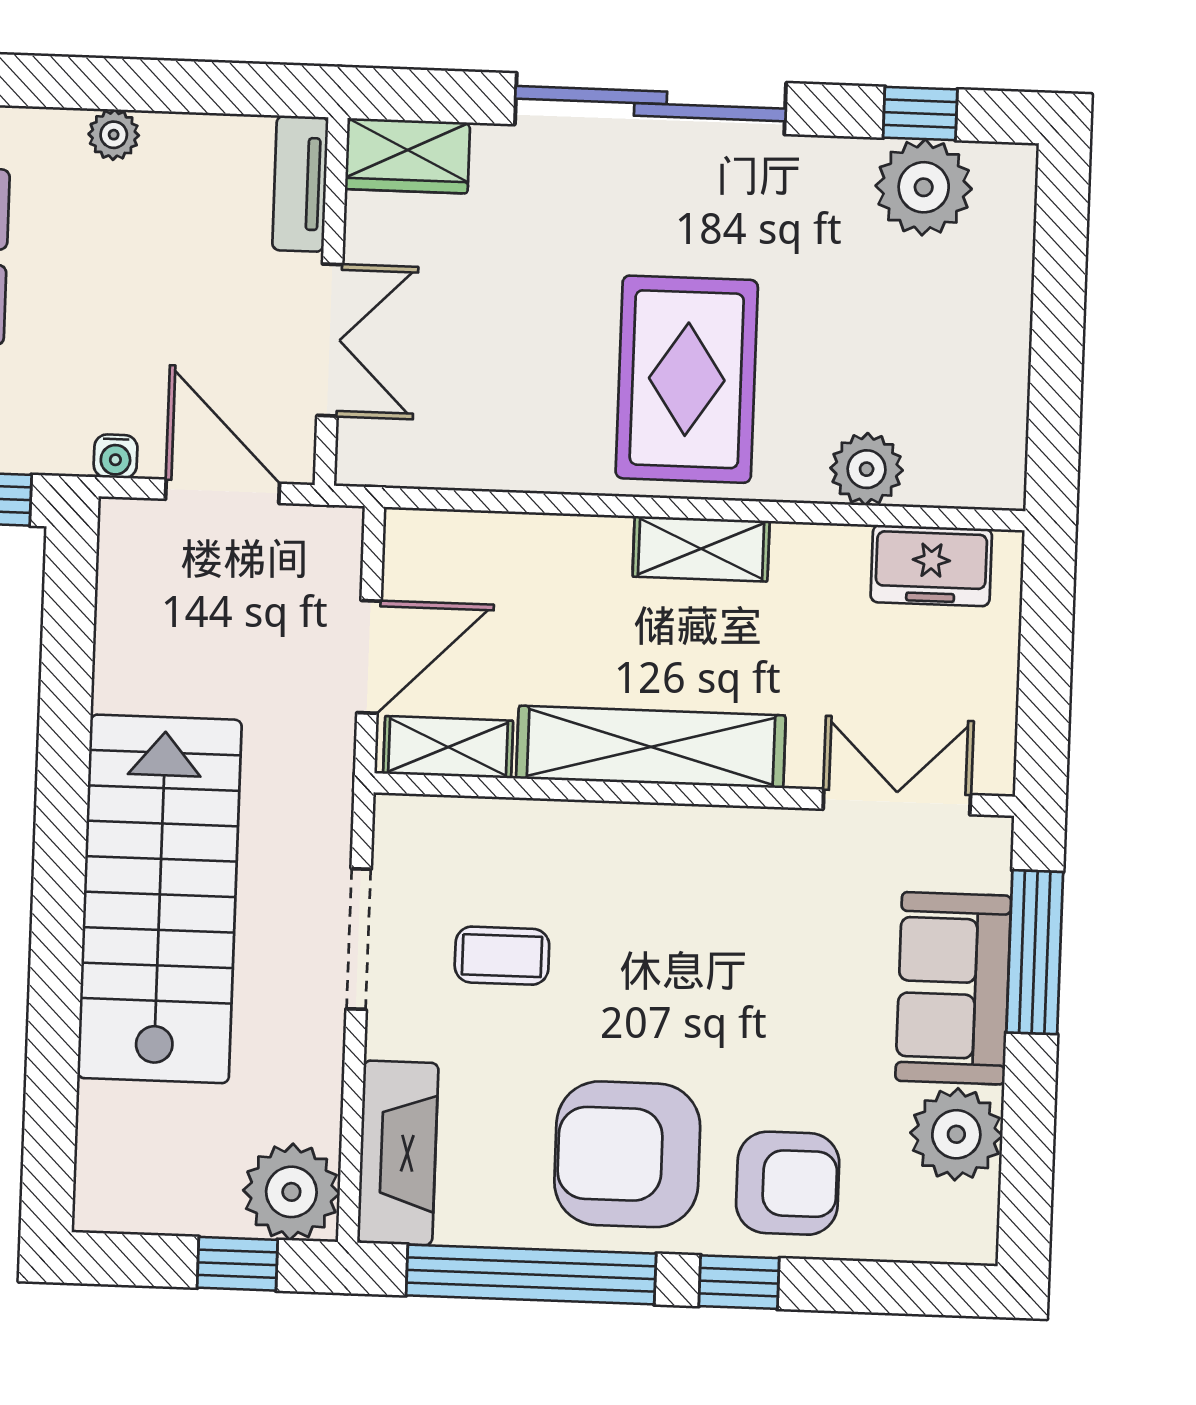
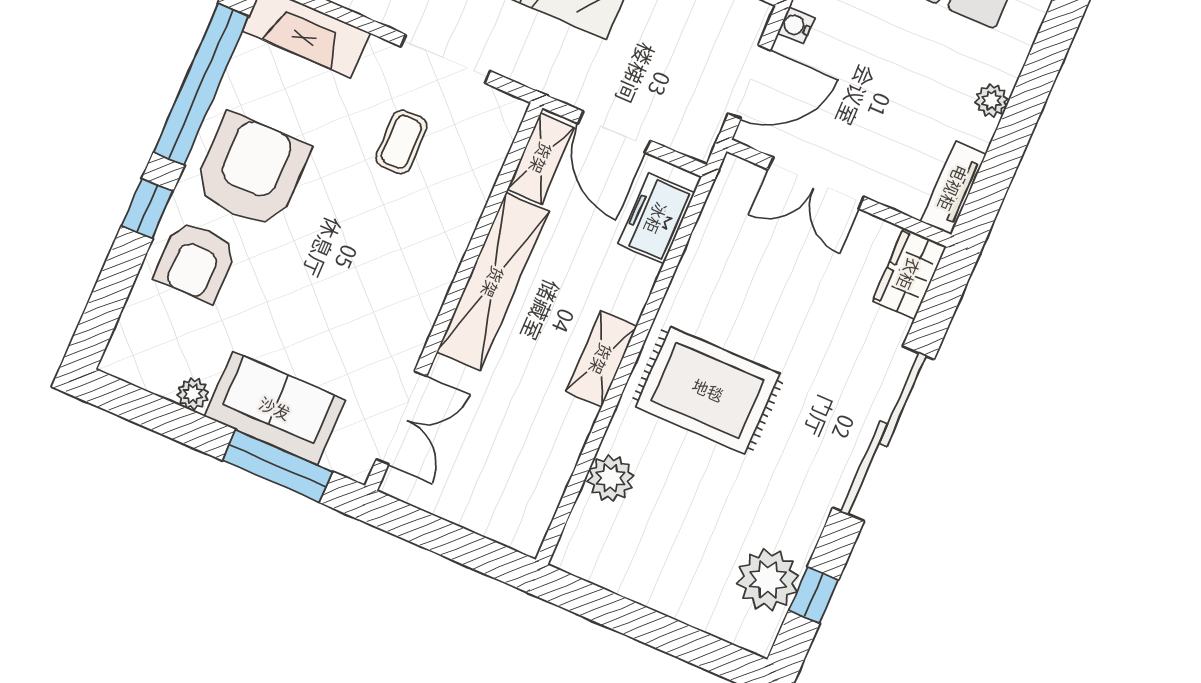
tv unit: (300, 184) -> (953, 188), moved, turned -90
freezer: (931, 566) -> (656, 218), moved
plant: (956, 1134) -> (193, 394), width x0.53, depth x0.53

